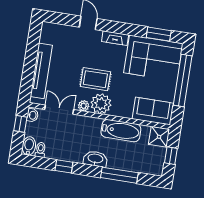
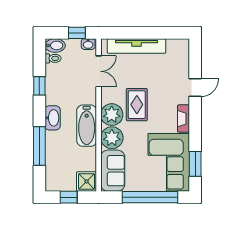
plant: (84, 106) -> (112, 138), moved, width x1.87, depth x1.87
bathtub: (121, 131) -> (87, 126), moved

